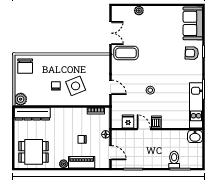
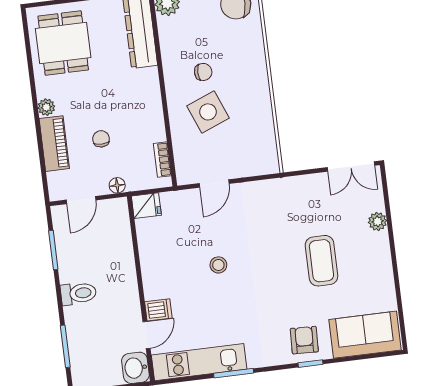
double door: (111, 33) -> (351, 166), moved
coffee table: (126, 53) -> (321, 261), moved
fridge: (128, 121) -> (146, 206), moved
dishwasher: (156, 122) -> (158, 310), moved
door: (144, 129) -> (147, 335), moved
toilet: (174, 160) -> (78, 293), moved

